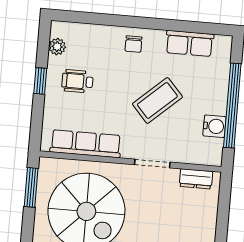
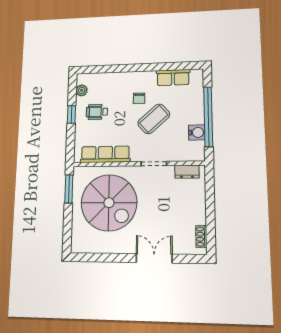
chair: (133, 44) -> (139, 98), moved

